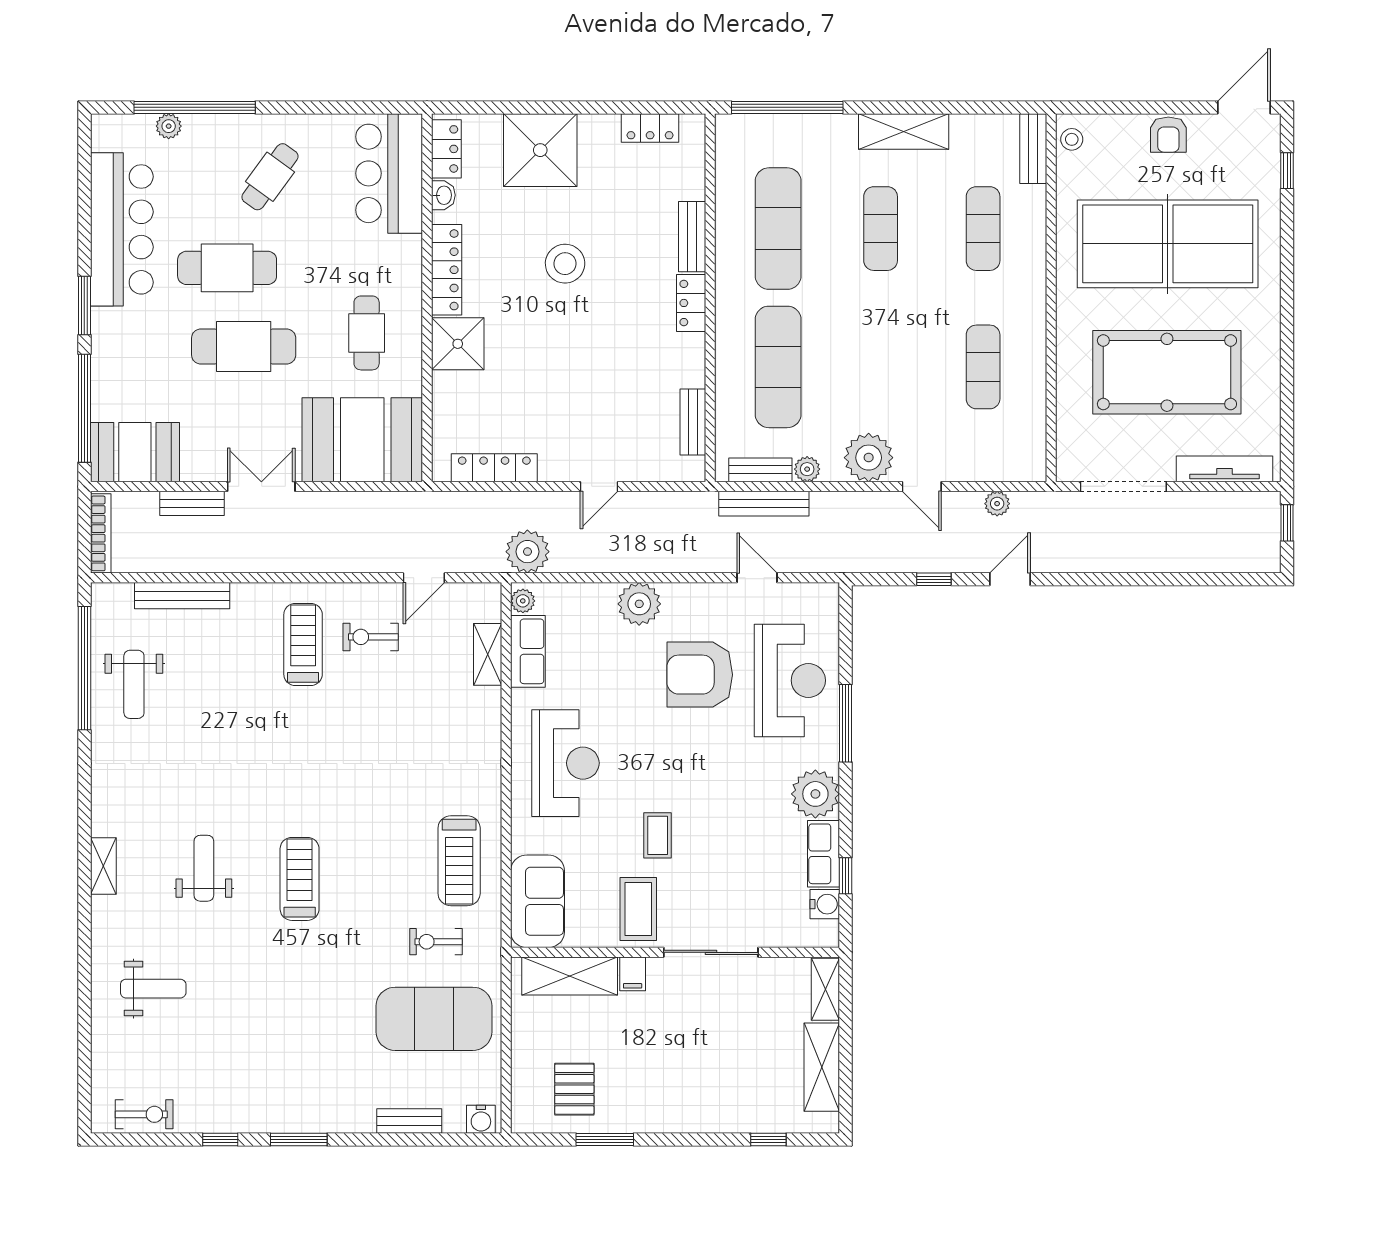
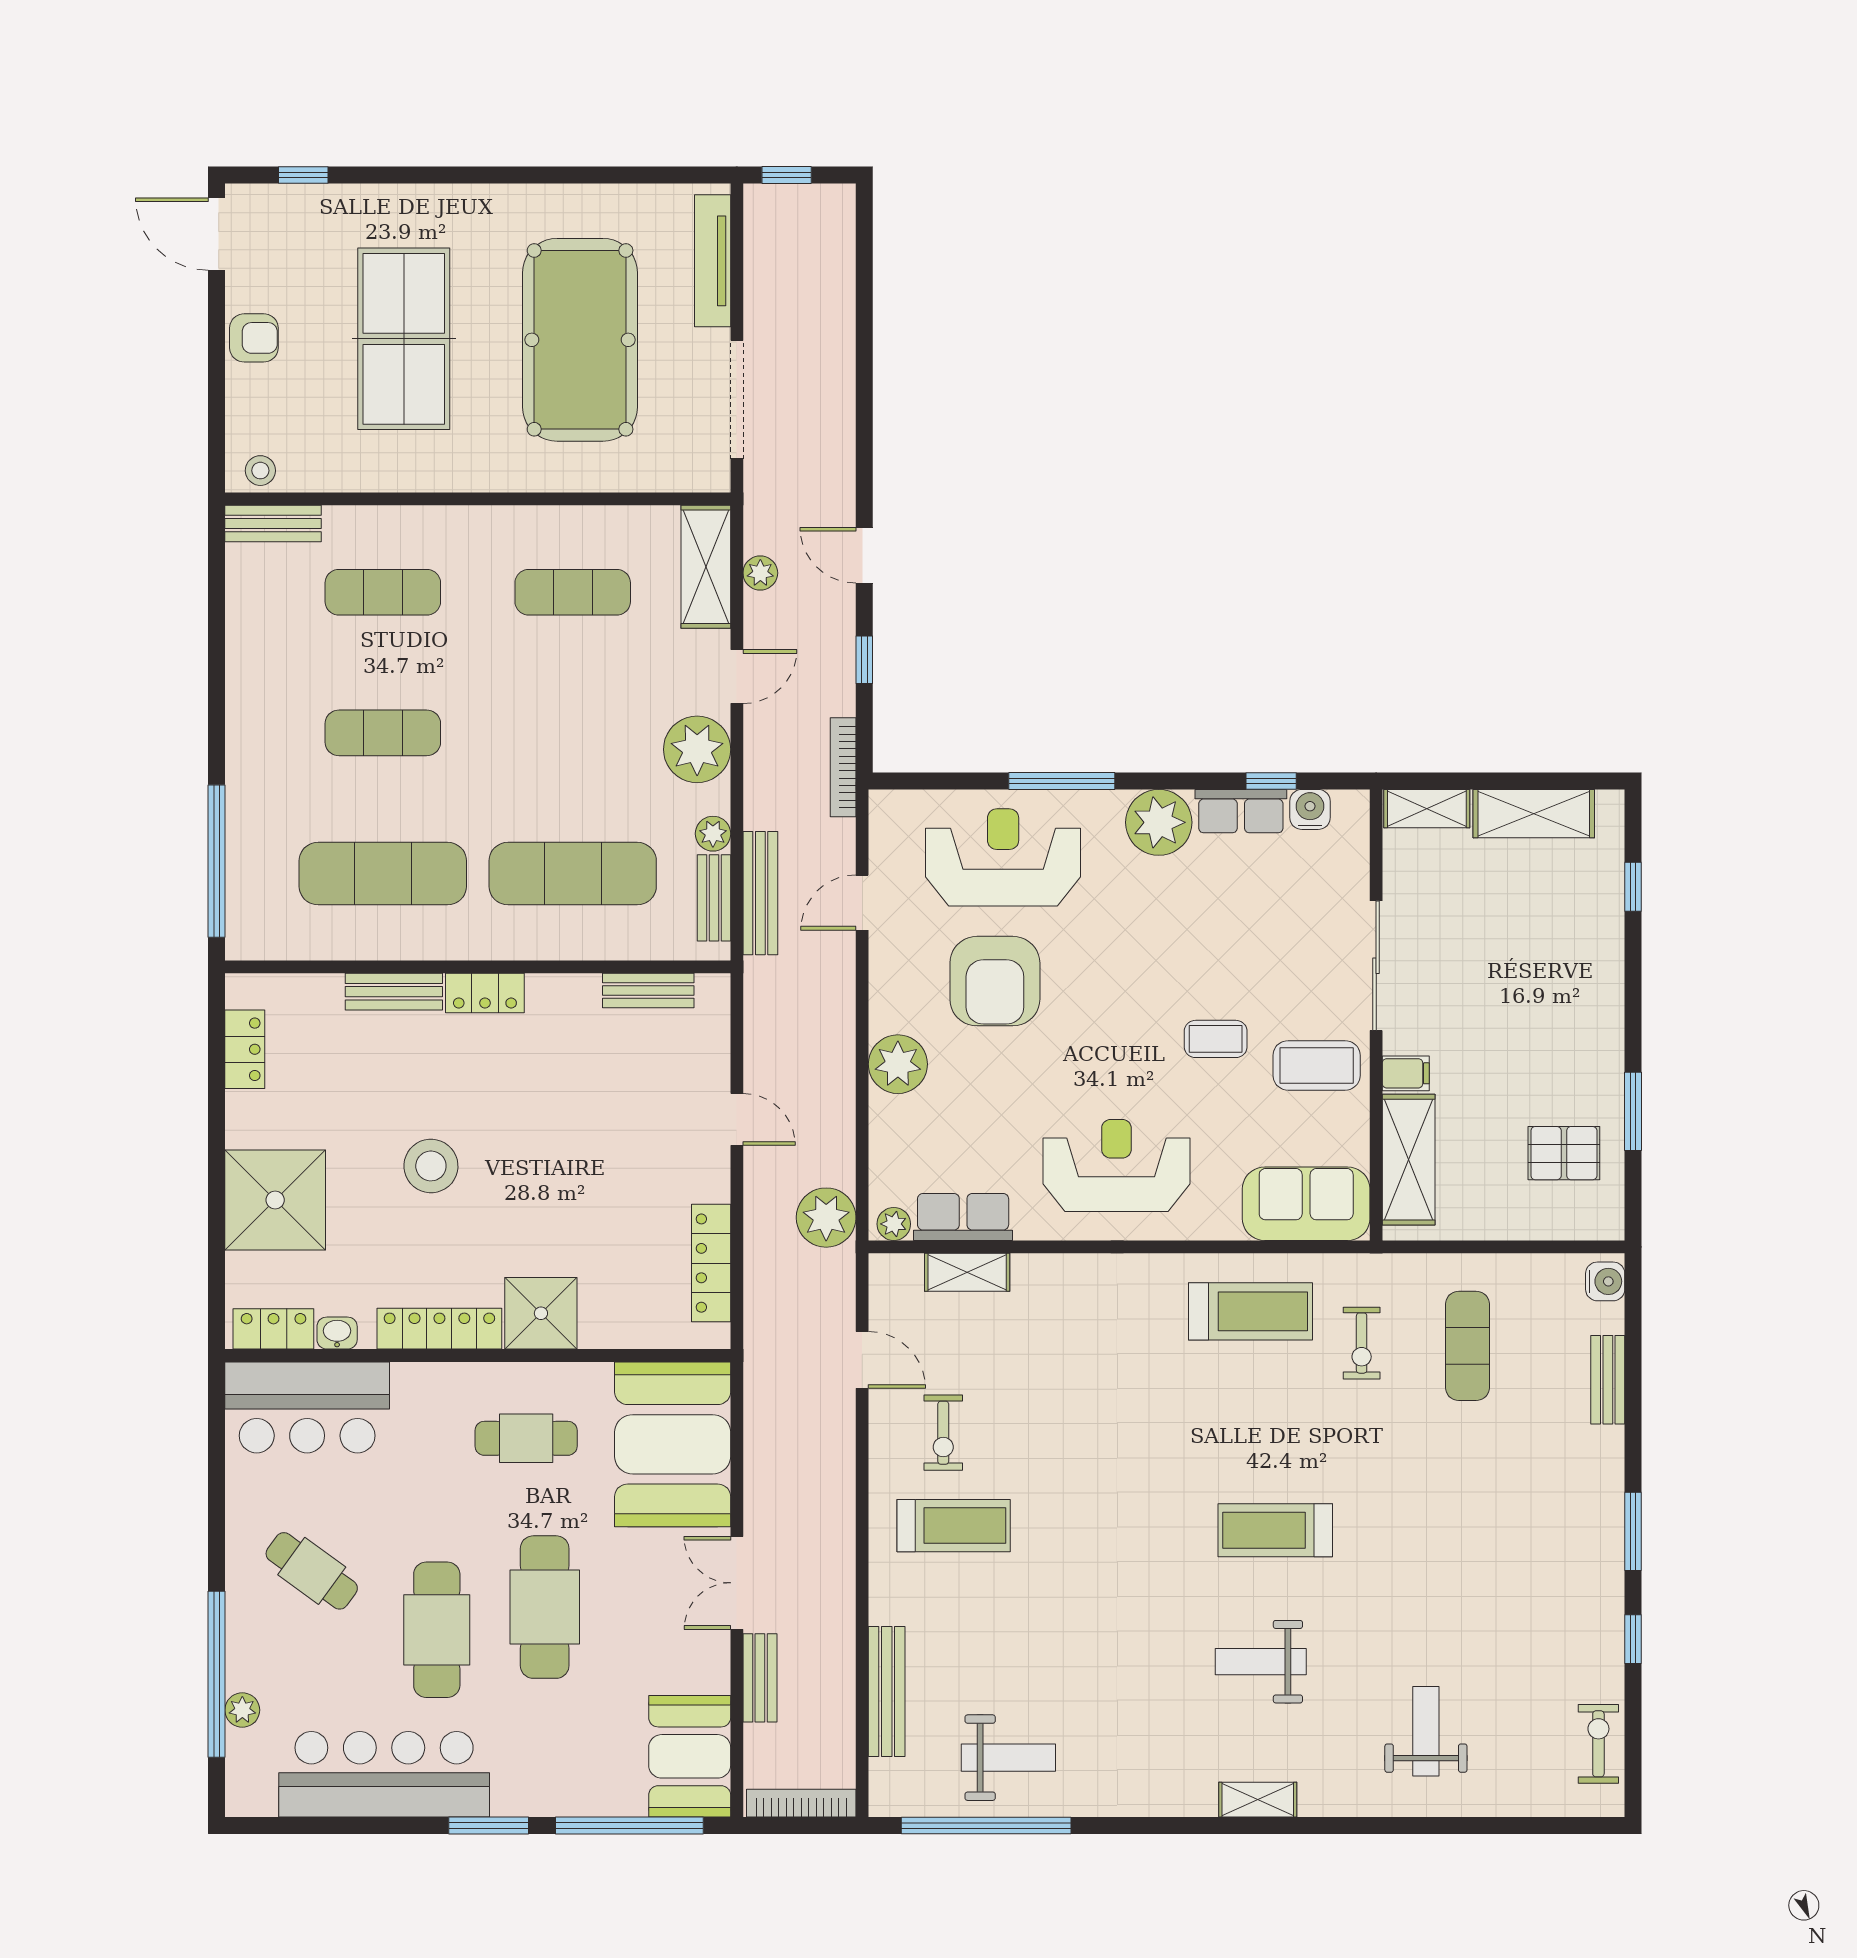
shelving: (904, 131) -> (706, 567), moved
table tennis table: (1168, 244) -> (404, 339), width x0.73, depth x0.76
bookcase: (856, 564) -> (843, 767), added
treadmill: (303, 644) -> (954, 1526), turned 180
exercise mat: (434, 1019) -> (1467, 1346), width x0.50, depth x0.69

